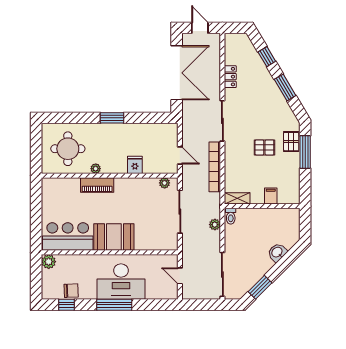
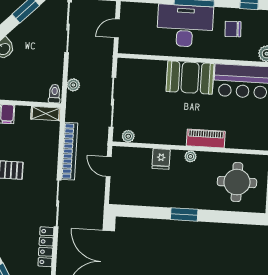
locker: (230, 77) -> (46, 247), width x1.53
plant: (96, 169) -> (190, 156), moved
door: (180, 276) -> (117, 28), swing flipped
chair: (71, 291) -> (233, 29), moved

